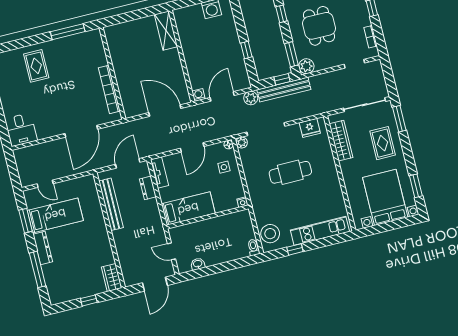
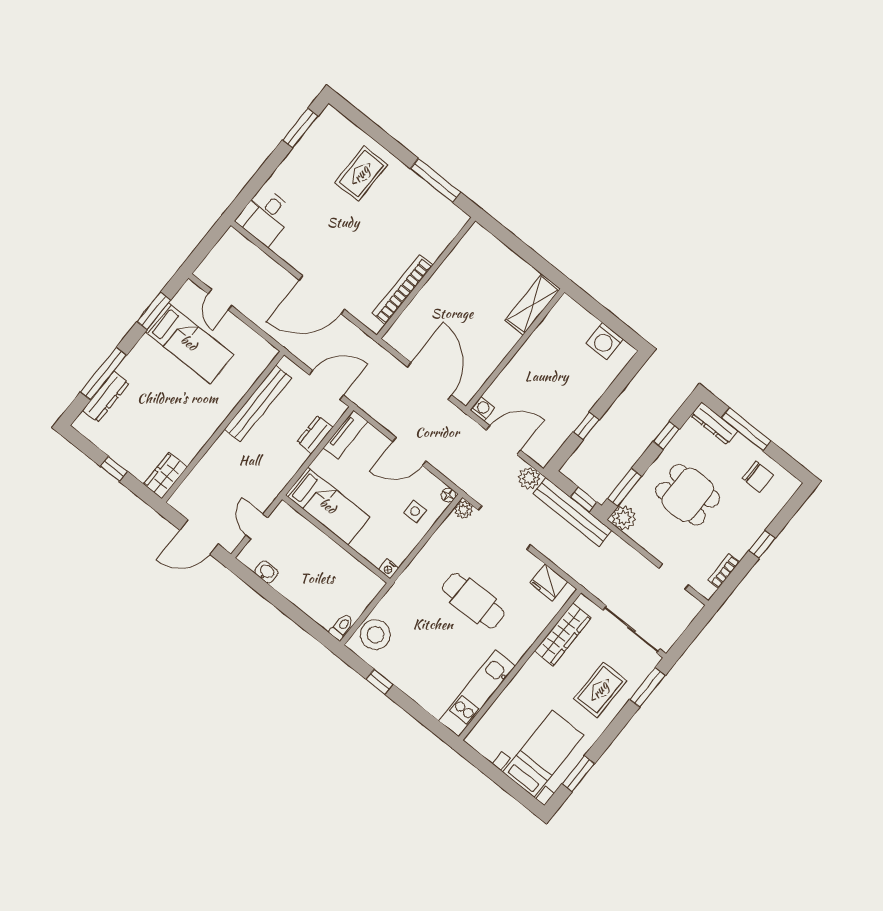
dining table: (319, 26) -> (688, 495), turned 90
bed with nightstands: (385, 197) -> (543, 754), width x0.73
kitchen unit: (320, 231) -> (477, 693), moved, turned -90
dresser: (43, 248) -> (106, 397), moved

